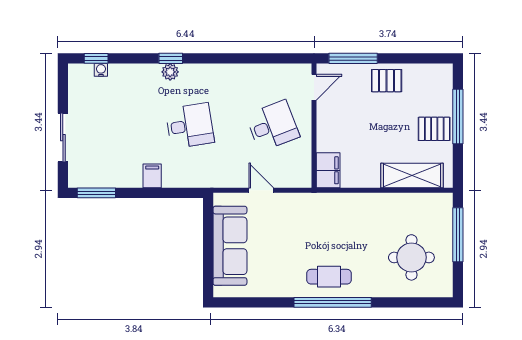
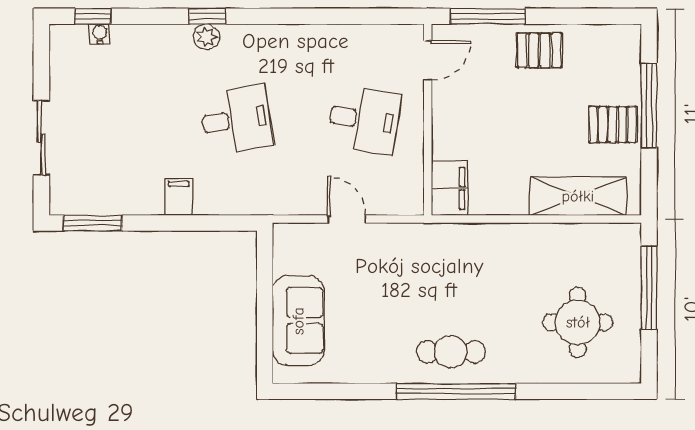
desk: (273, 126) -> (364, 120), turned 30
sofa: (230, 246) -> (298, 321), width x0.73

